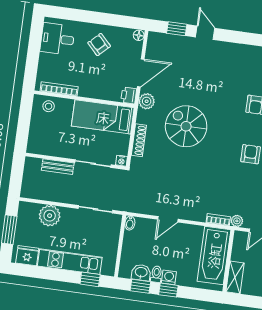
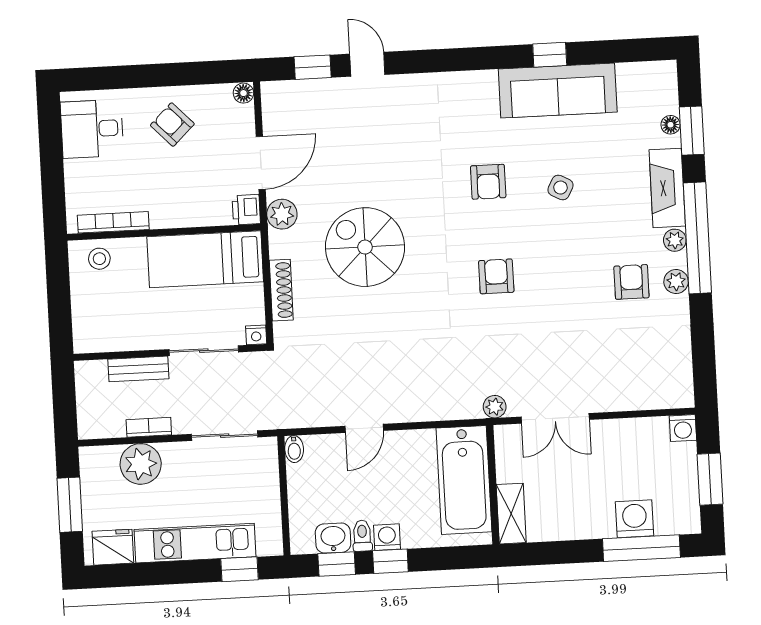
bookcase: (218, 220) -> (149, 427), moved

